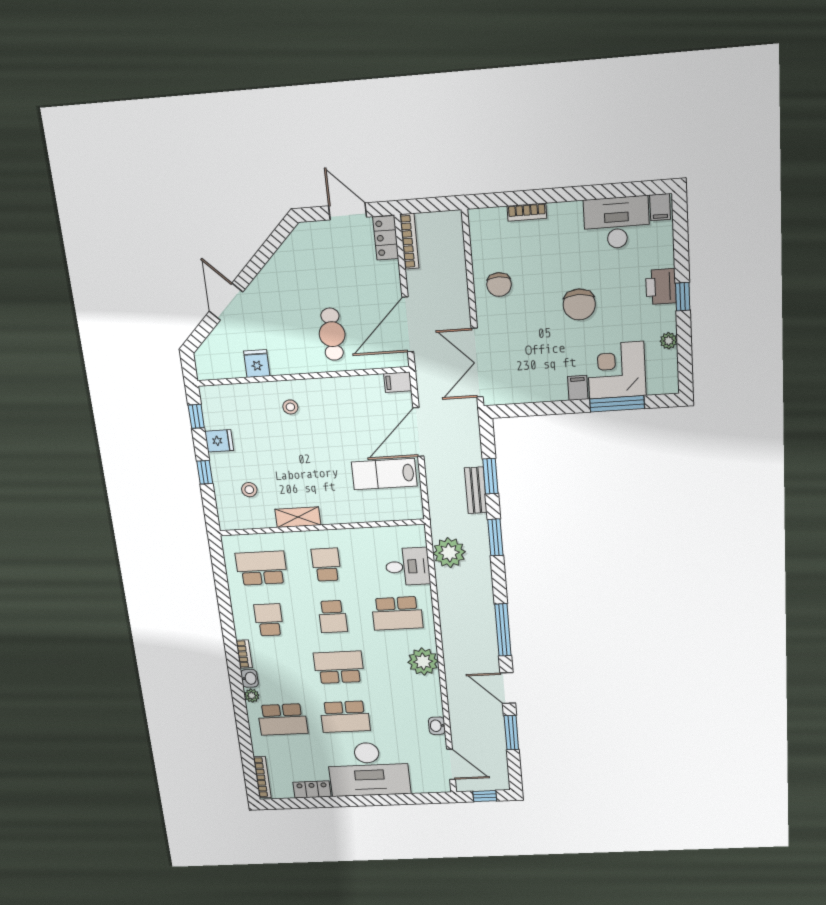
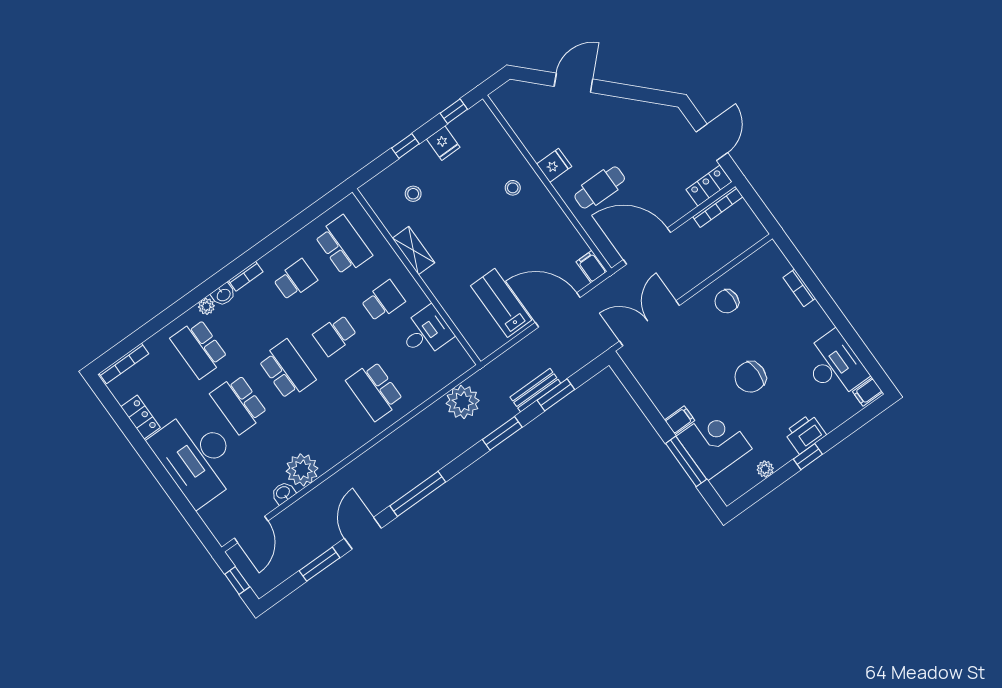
fridge: (257, 364) -> (554, 165), moved
desk: (408, 567) -> (426, 332), moved, turned -90
plant: (423, 662) -> (302, 470), moved

